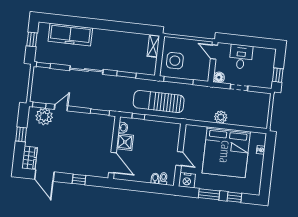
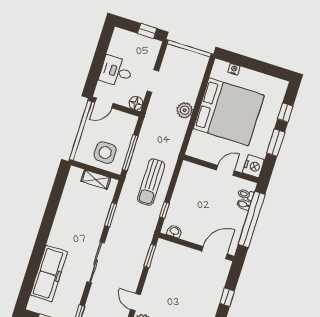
shelving: (153, 46) -> (96, 179), moved
sun lounger: (159, 102) -> (151, 182), width x0.73, depth x0.75
shower: (125, 142) -> (192, 233), removed
window: (144, 187) -> (252, 219), added

